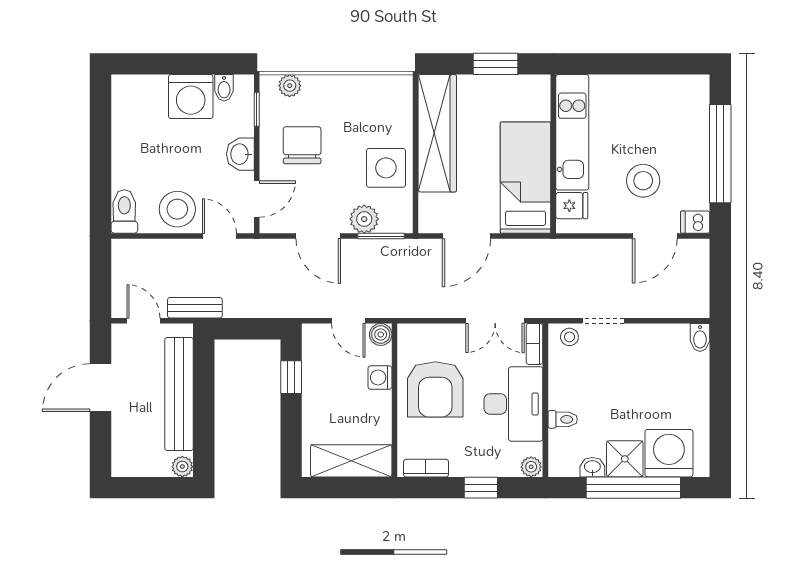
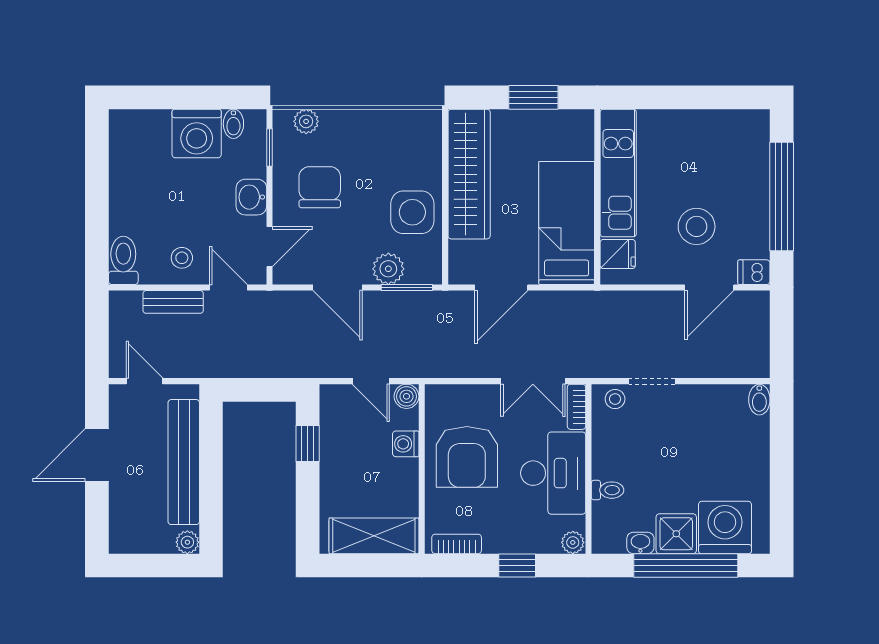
stool: (177, 209) -> (182, 258), width x0.53, depth x0.53
bench: (195, 308) -> (173, 302), moved

